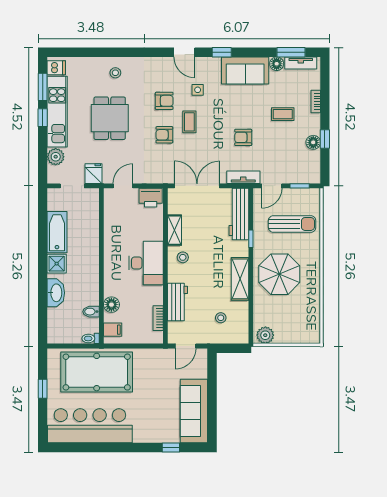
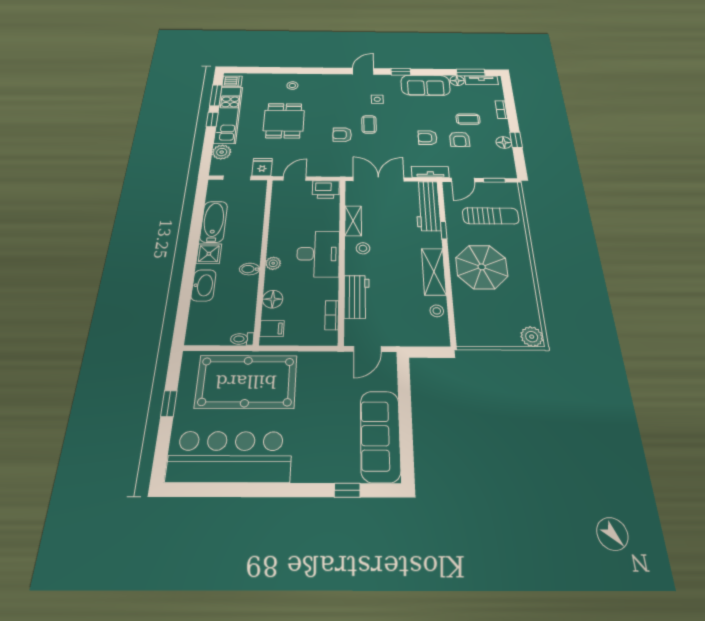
door: (184, 52) -> (363, 71), swing flipped
armchair: (164, 101) -> (460, 139), moved, turned 90
plant: (110, 272) -> (273, 263), added
bidet: (91, 312) -> (249, 269), moved
stool: (221, 318) -> (437, 311), moved
plant: (265, 335) -> (532, 337), moved

